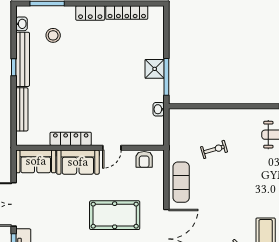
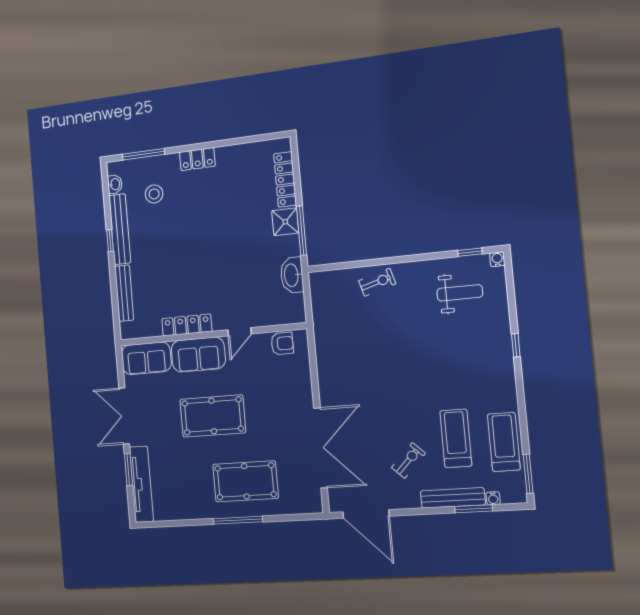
locker: (127, 13) -> (285, 179), moved, turned 90
washbasin: (159, 109) -> (292, 275), width x1.91, depth x1.45
exercise bike: (214, 149) -> (377, 282), moved
armchair: (144, 159) -> (282, 343), turned -90
exercise mat: (181, 182) -> (333, 370), removed
pool table: (115, 215) -> (213, 416), moved

